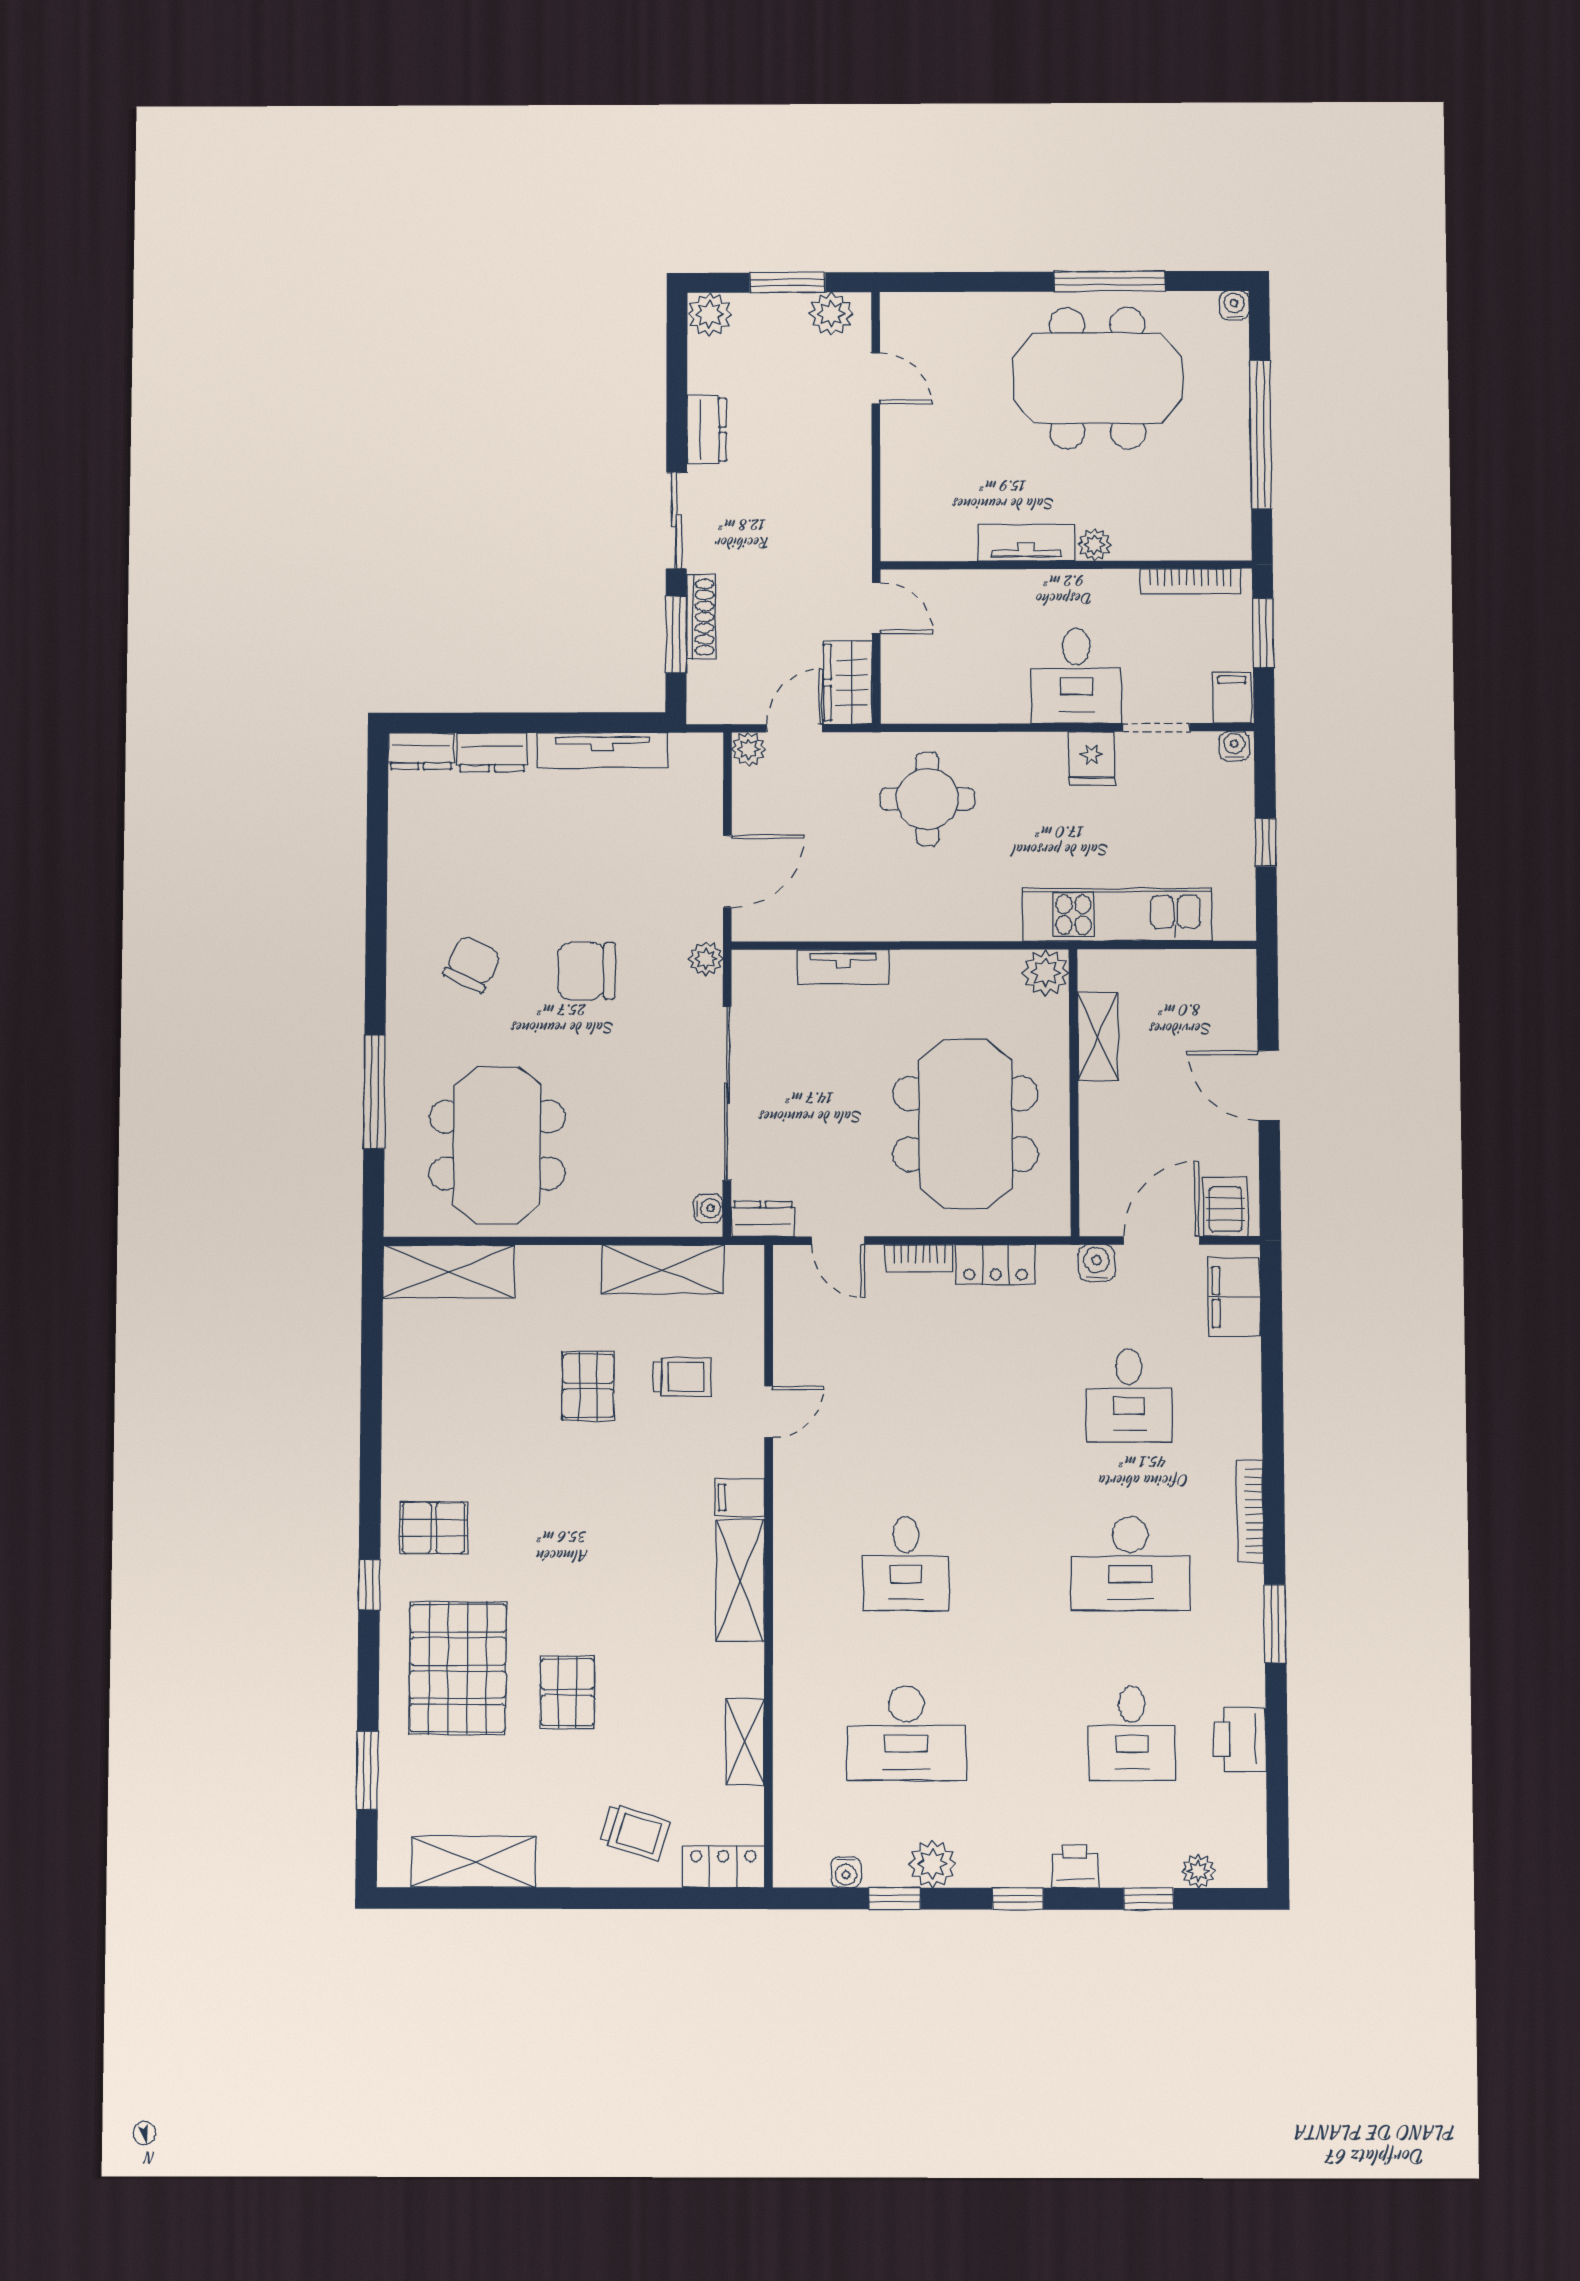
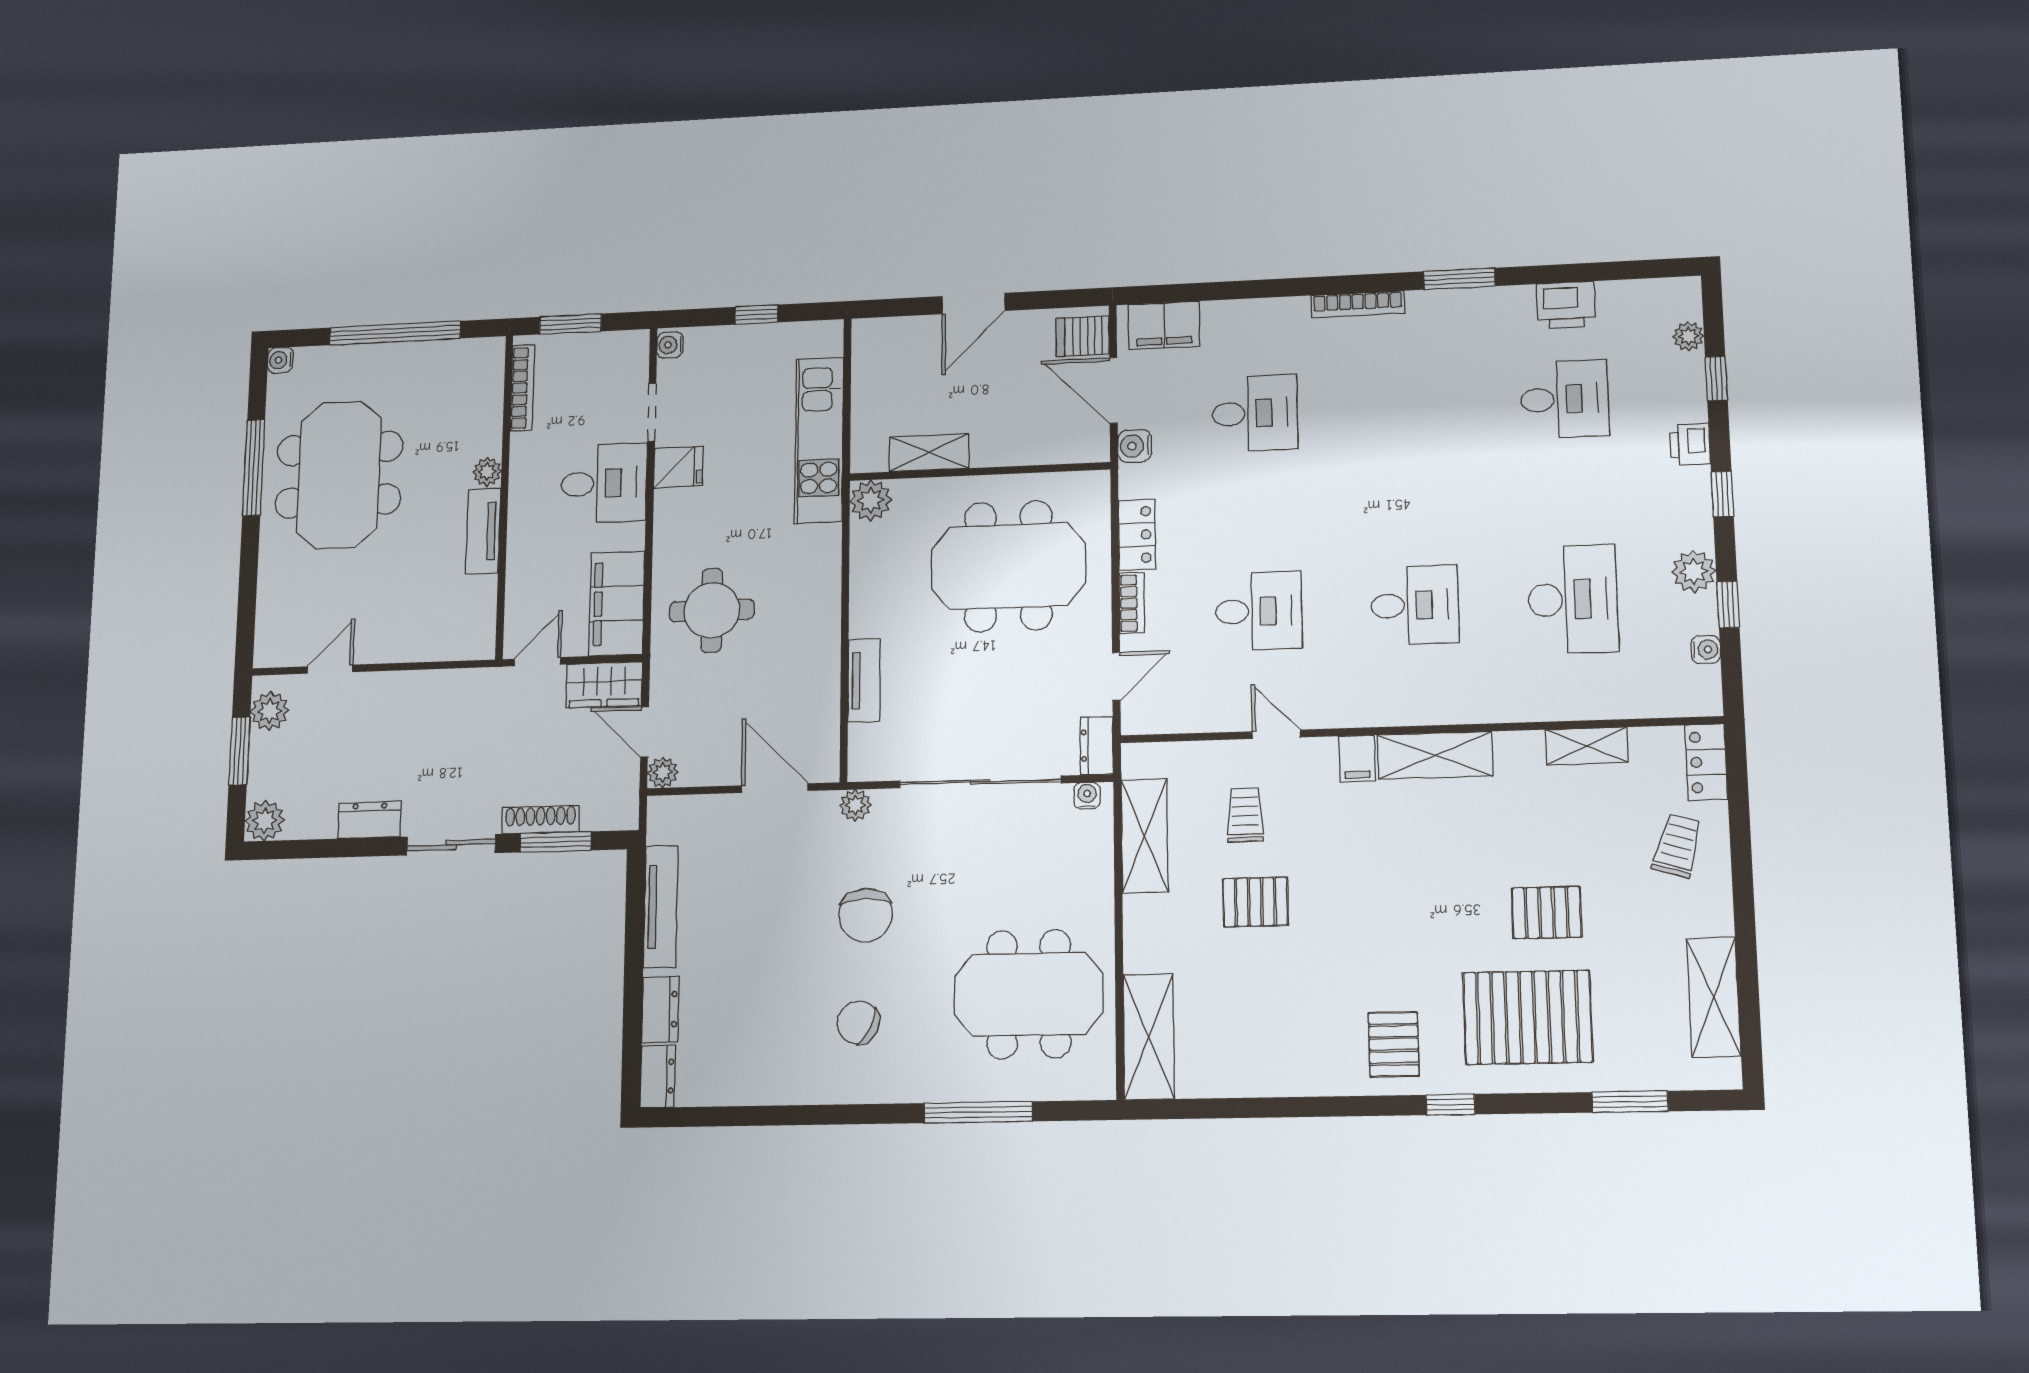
filing cabinet: (1232, 698) -> (617, 603), moved, width x3.00, depth x1.17
desk: (1130, 1564) -> (1259, 611), moved, width x0.73

